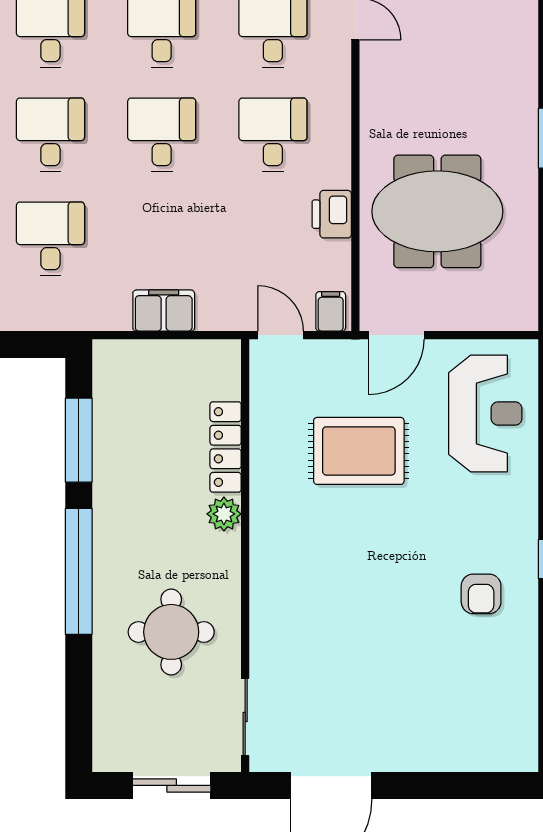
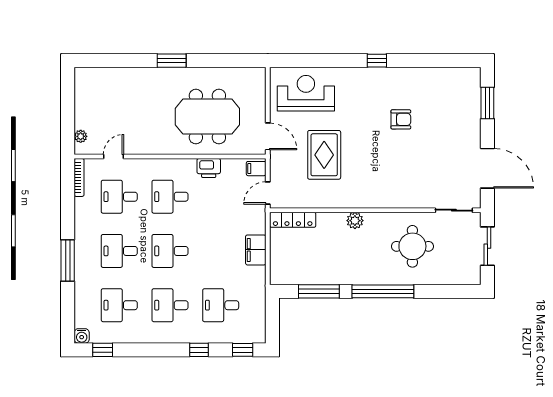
meeting table: (437, 211) -> (207, 117), turned 90
locker: (226, 447) -> (293, 220), moved
armchair: (481, 594) -> (401, 119), moved
window: (465, 785) -> (487, 103), added

